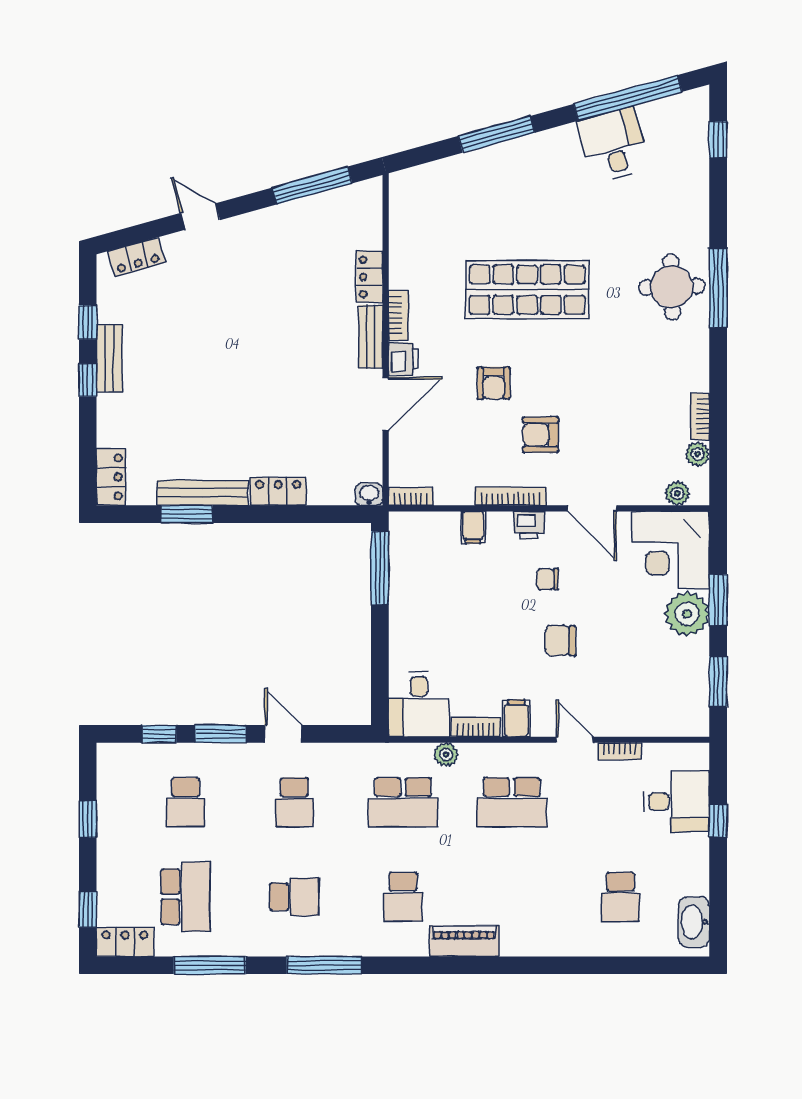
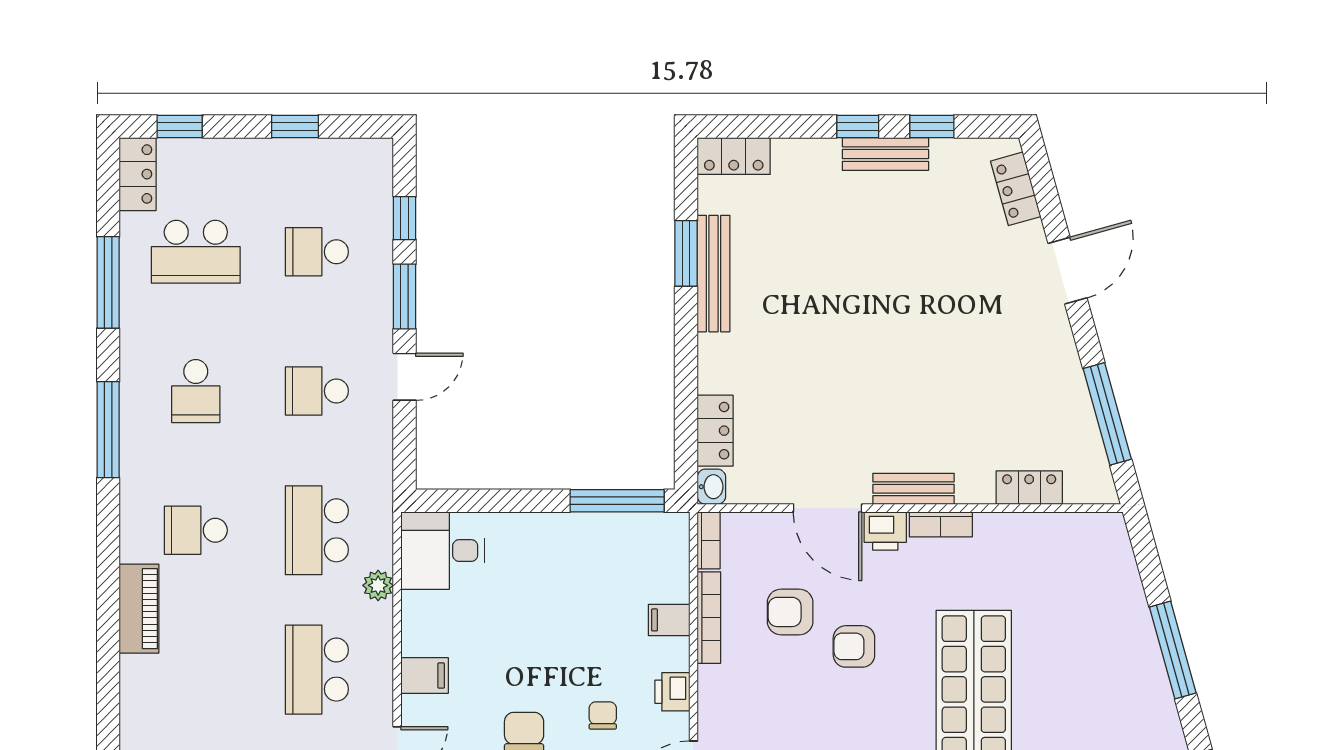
door: (200, 217) -> (1067, 271), width x1.38
locker: (370, 277) -> (1029, 488), moved
armchair: (541, 435) -> (790, 612), moved, turned -90
locker: (278, 491) -> (715, 431), moved
bookcase: (511, 496) -> (709, 618), moved
bookcase: (476, 727) -> (413, 623), removed

